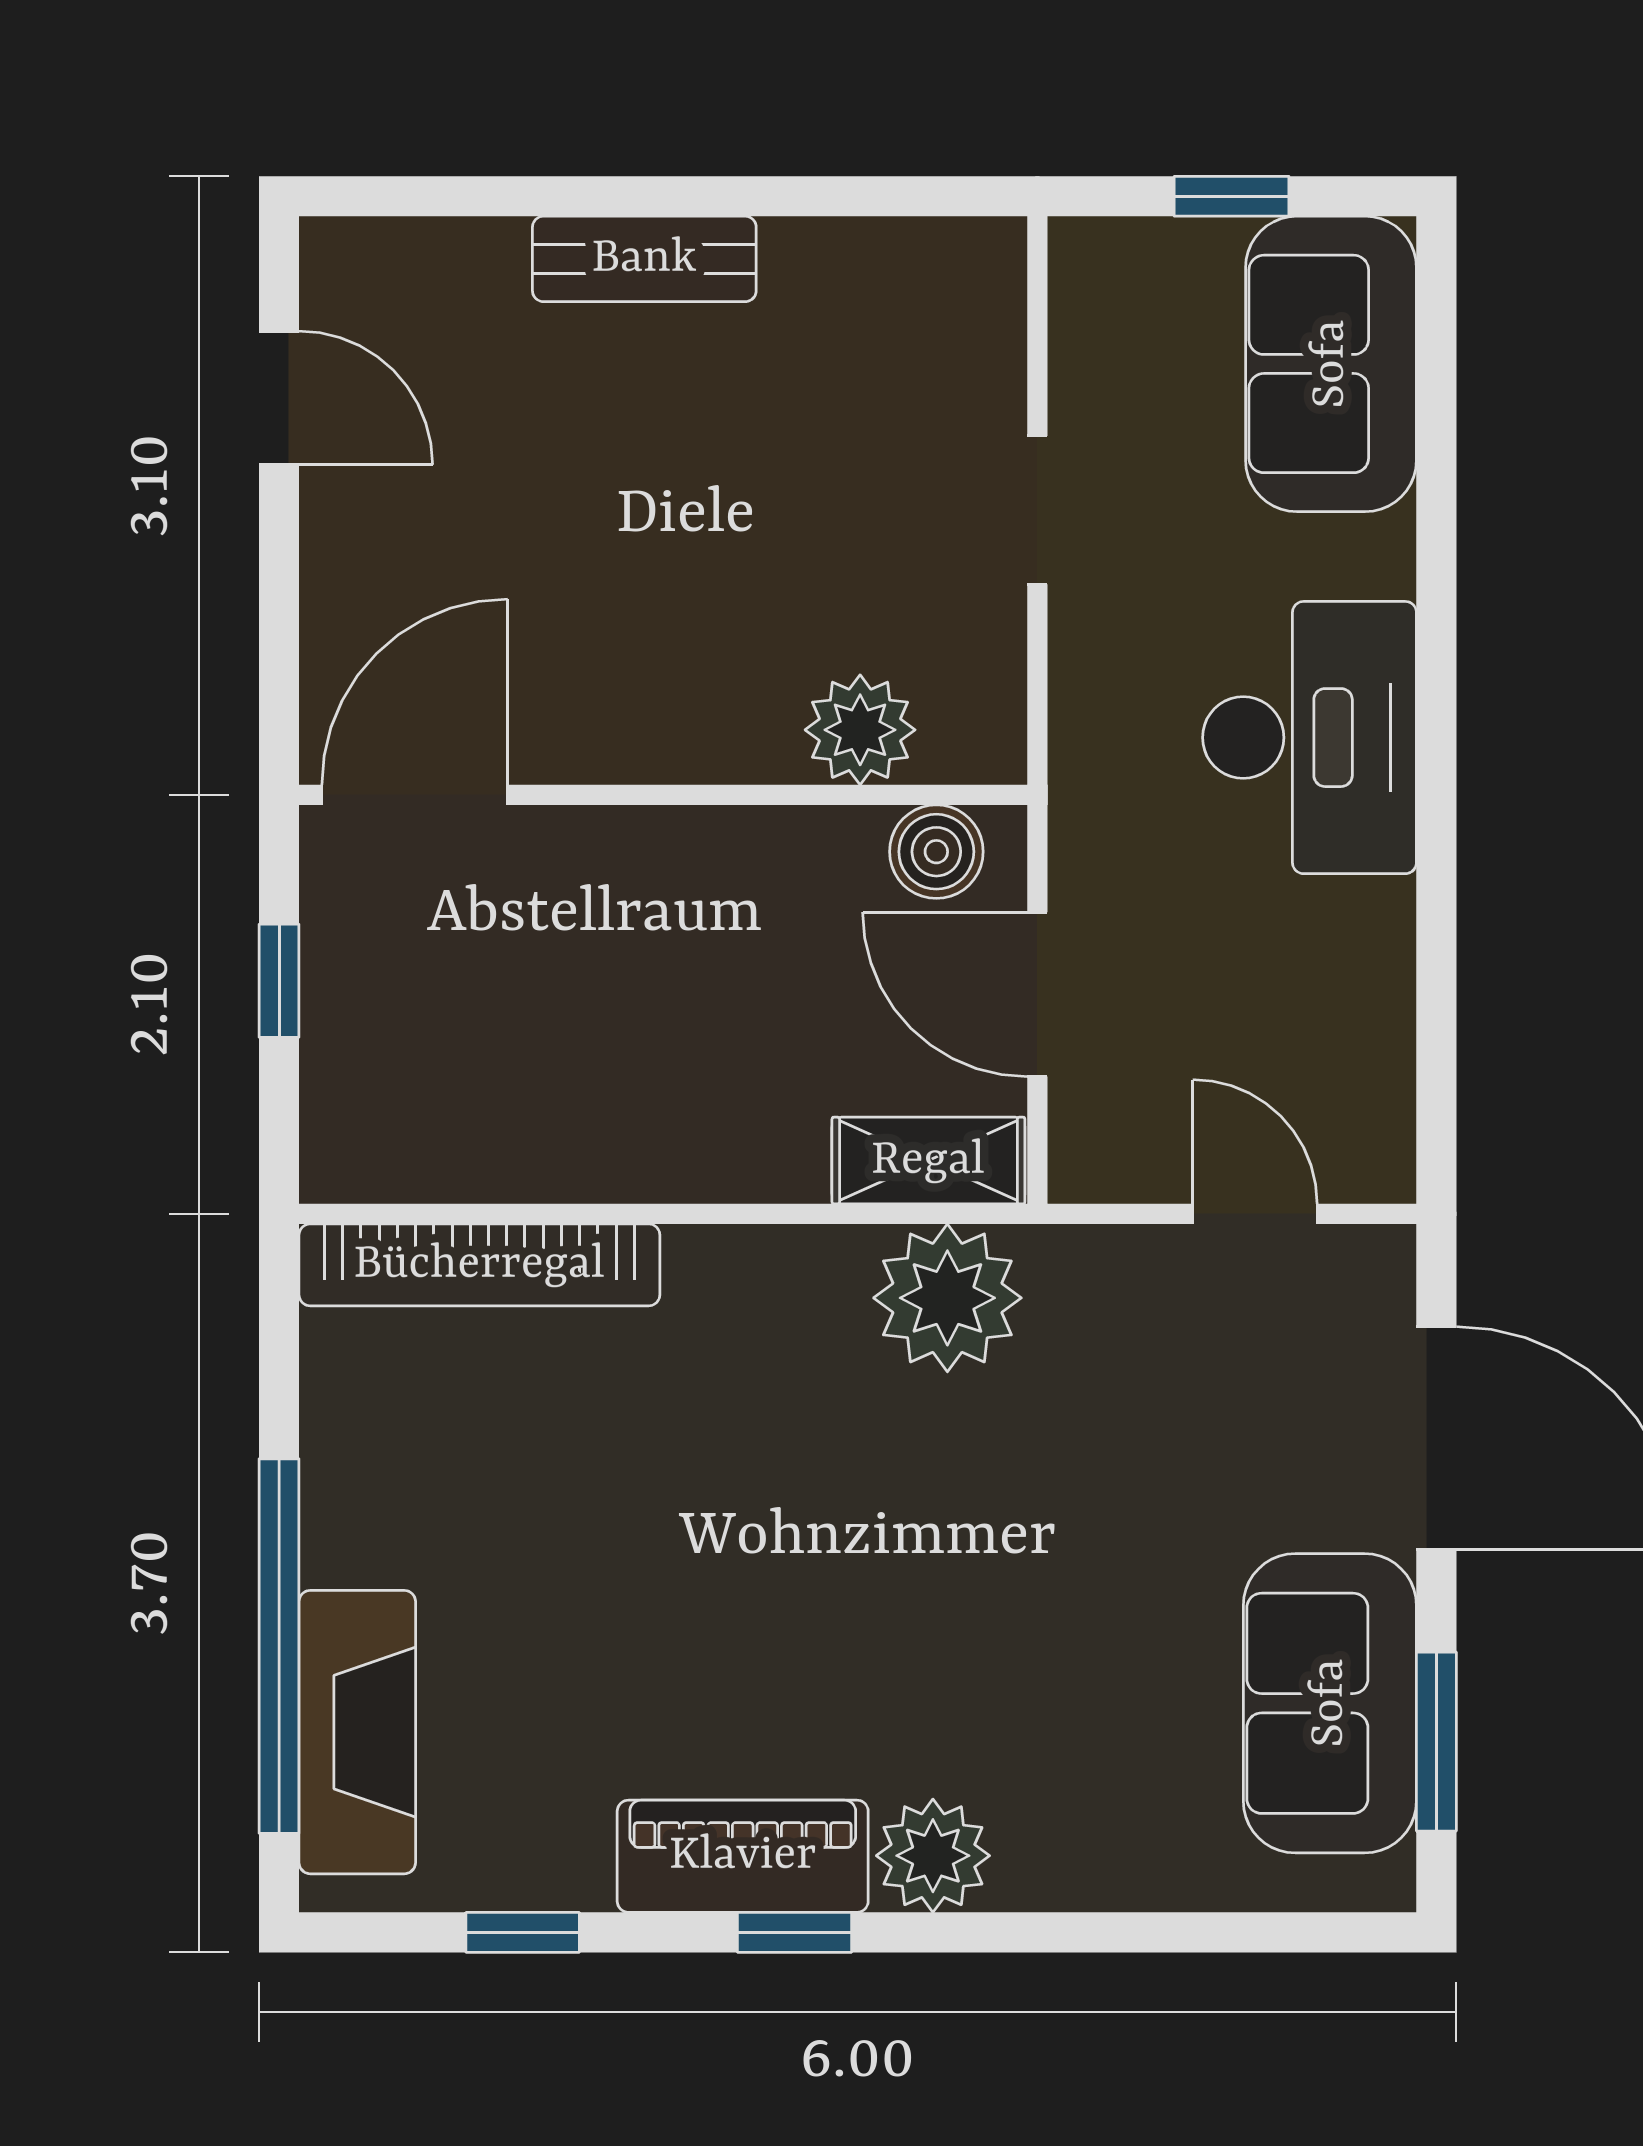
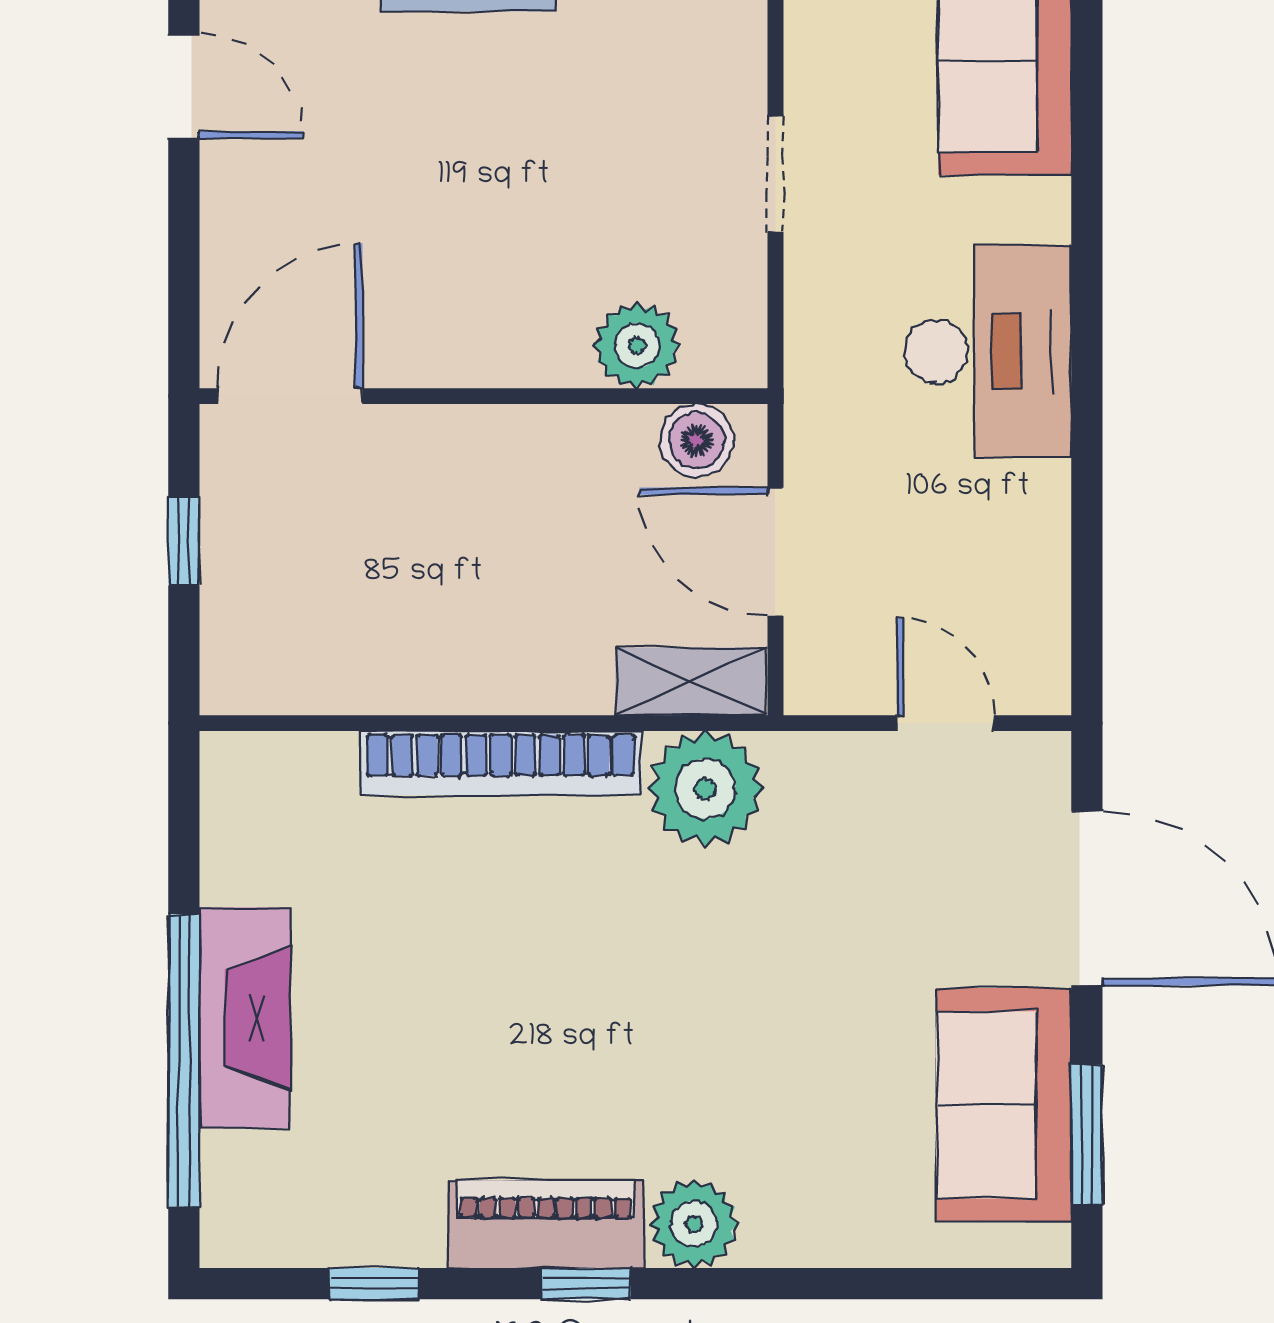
bookcase: (479, 1265) -> (501, 763), moved
fireplace: (357, 1732) -> (245, 1018), moved

